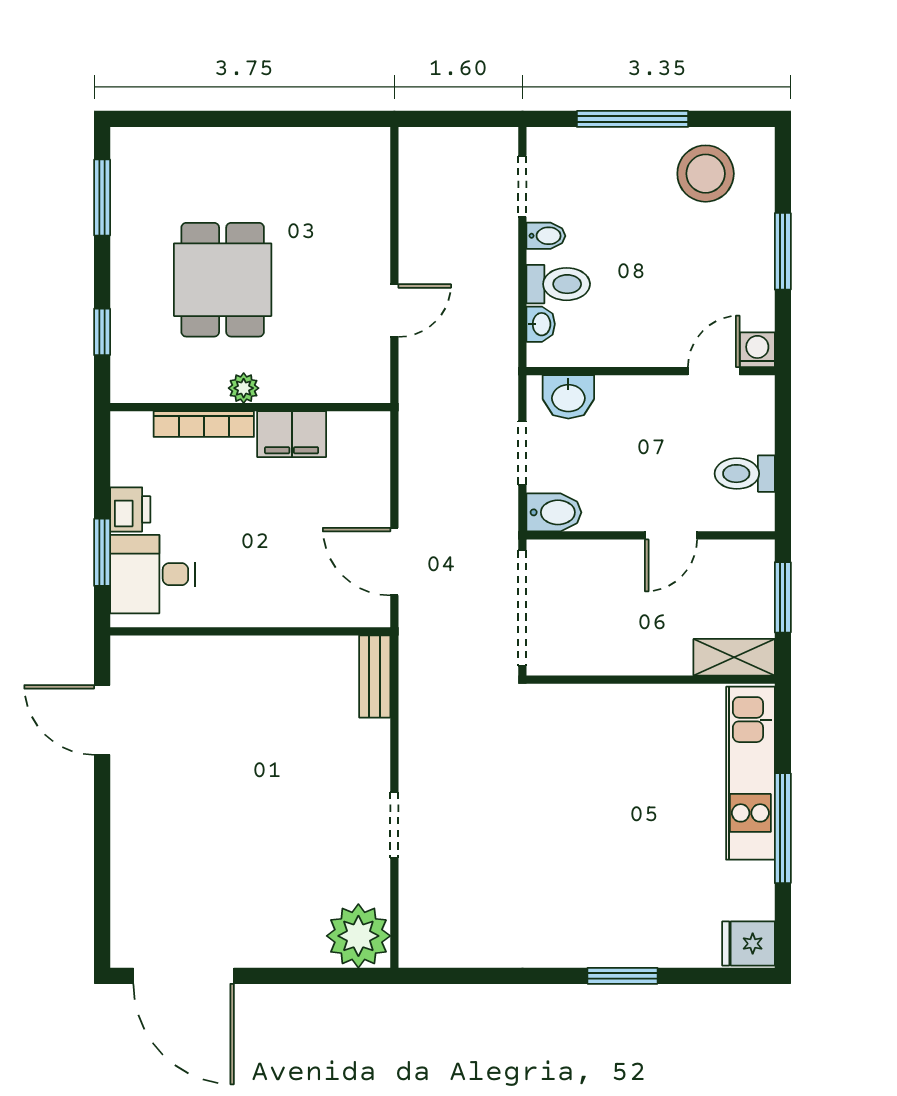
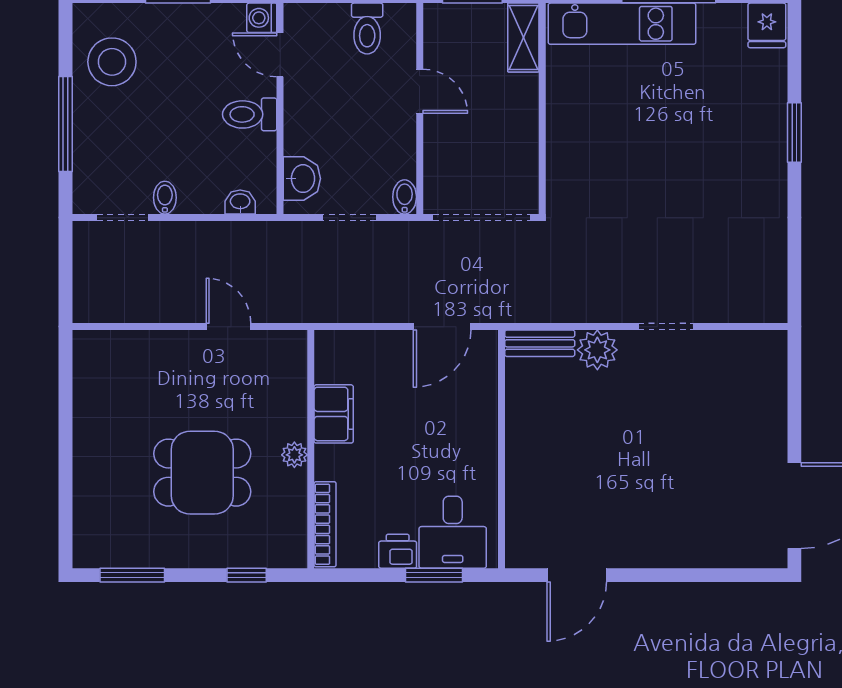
toilet: (558, 284) -> (250, 114), moved, turned -90
bookcase: (204, 424) -> (325, 524), moved
bidet: (554, 512) -> (405, 197), width x0.72, depth x0.74
plant: (358, 936) -> (597, 350), moved, width x0.73, depth x0.73

